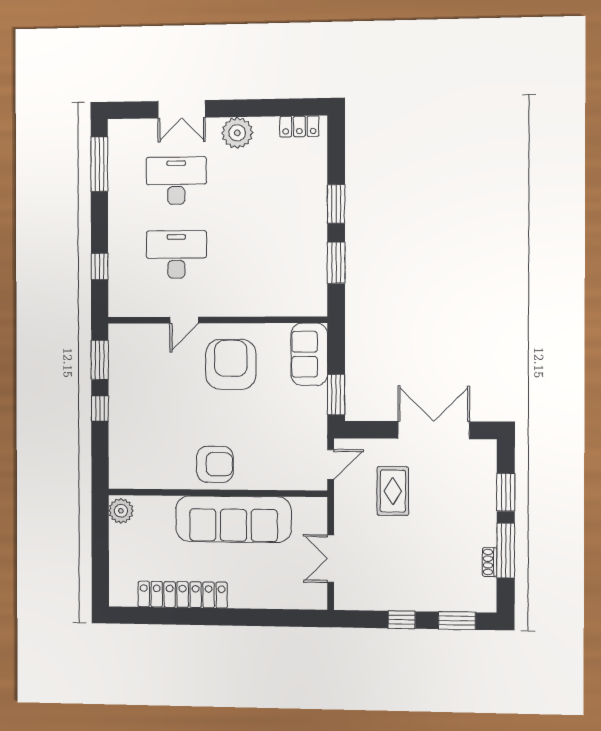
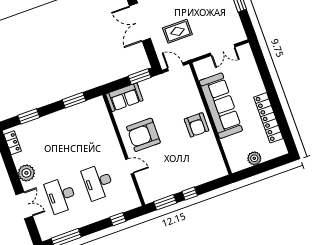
window: (336, 204) -> (29, 116), moved
armchair: (215, 464) -> (197, 125), turned 180
plant: (121, 511) -> (254, 158), moved

